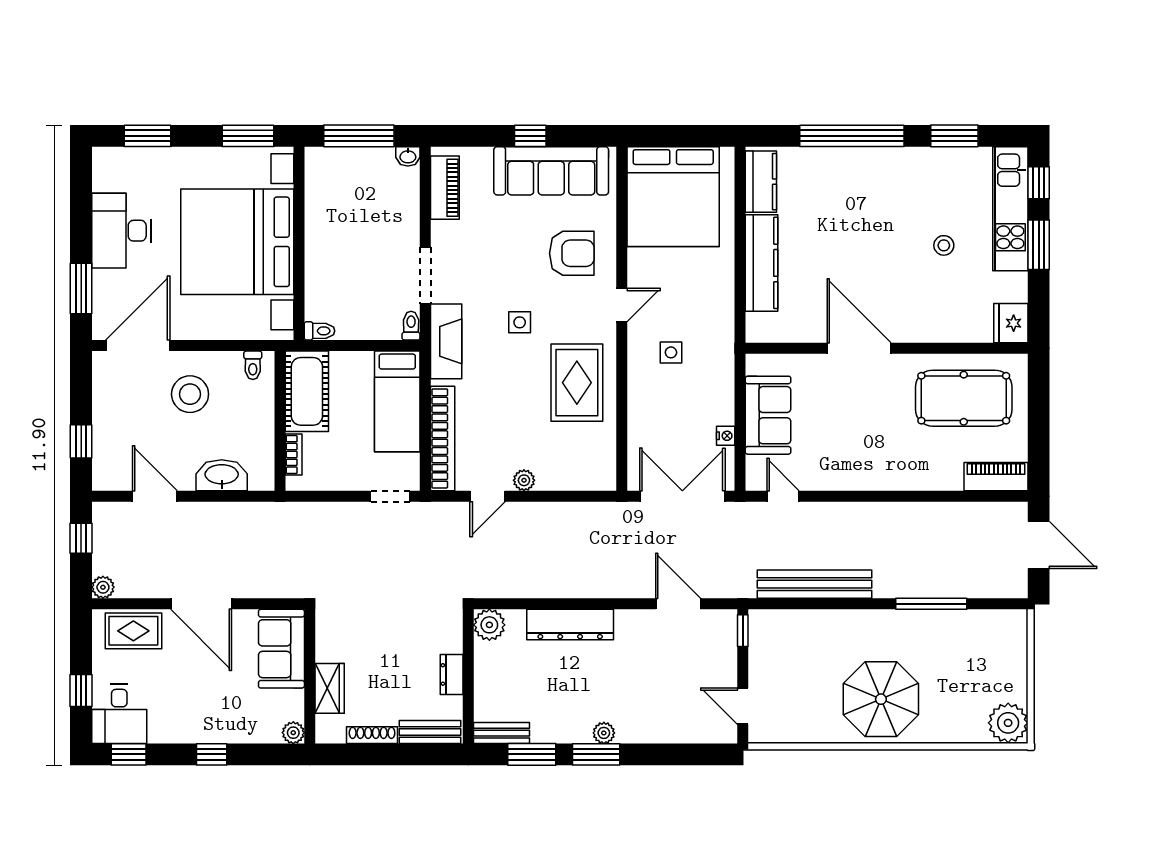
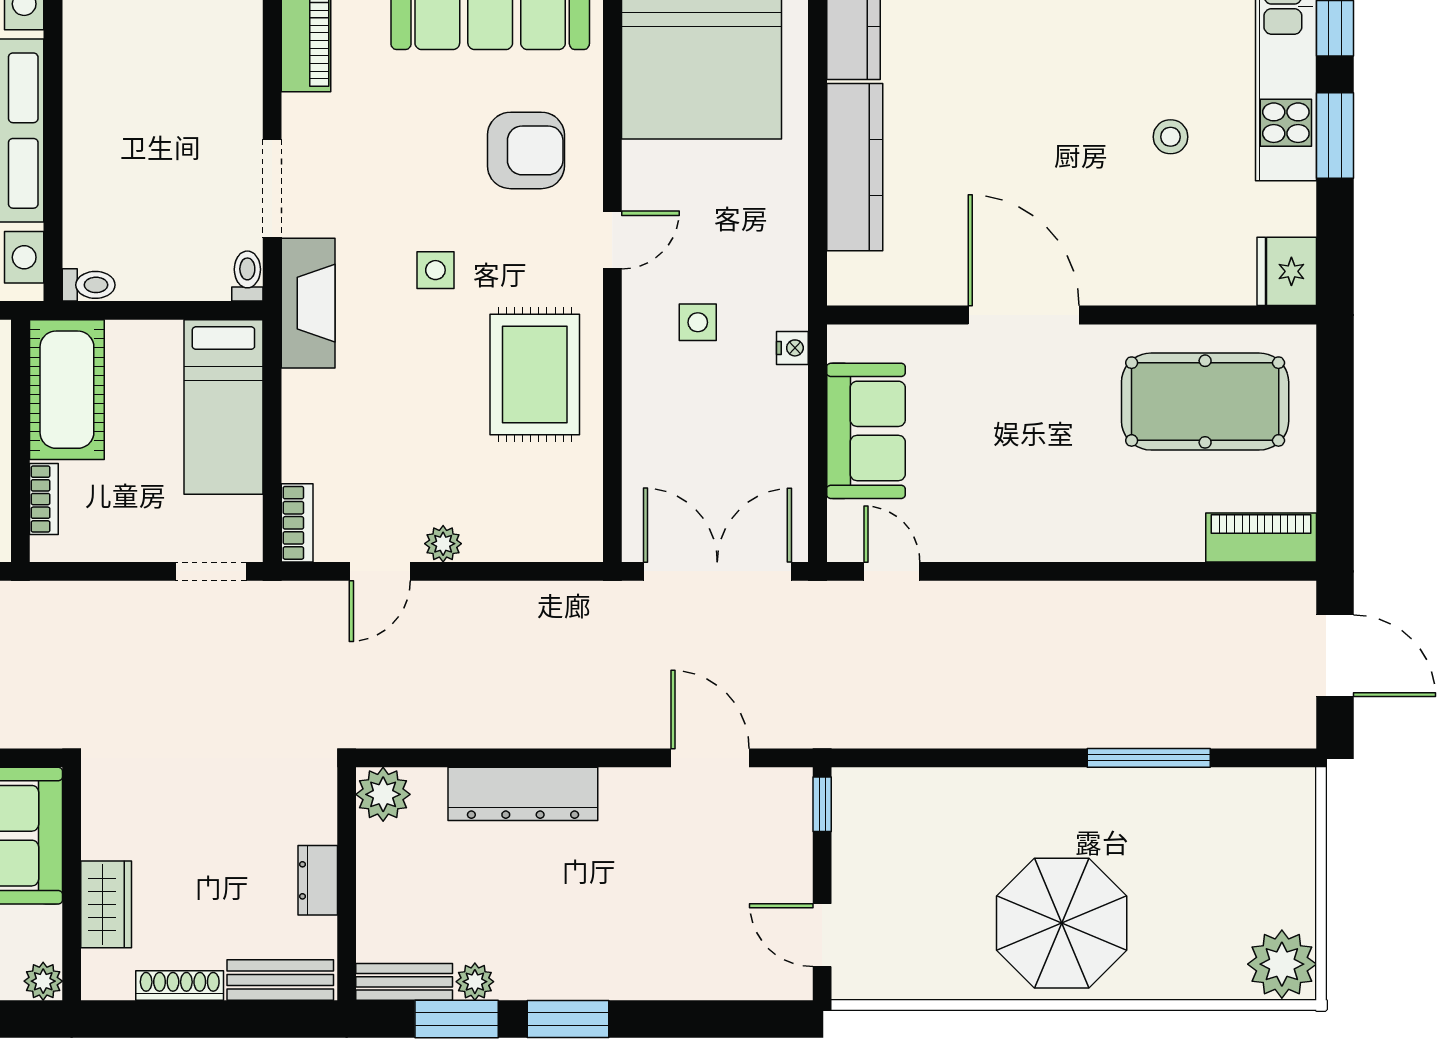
nightstand: (726, 436) -> (792, 348), moved
bookcase: (443, 438) -> (297, 523), width x0.43, depth x0.76
bench: (815, 584) -> (947, 724), removed
plant: (604, 733) -> (475, 982), moved

